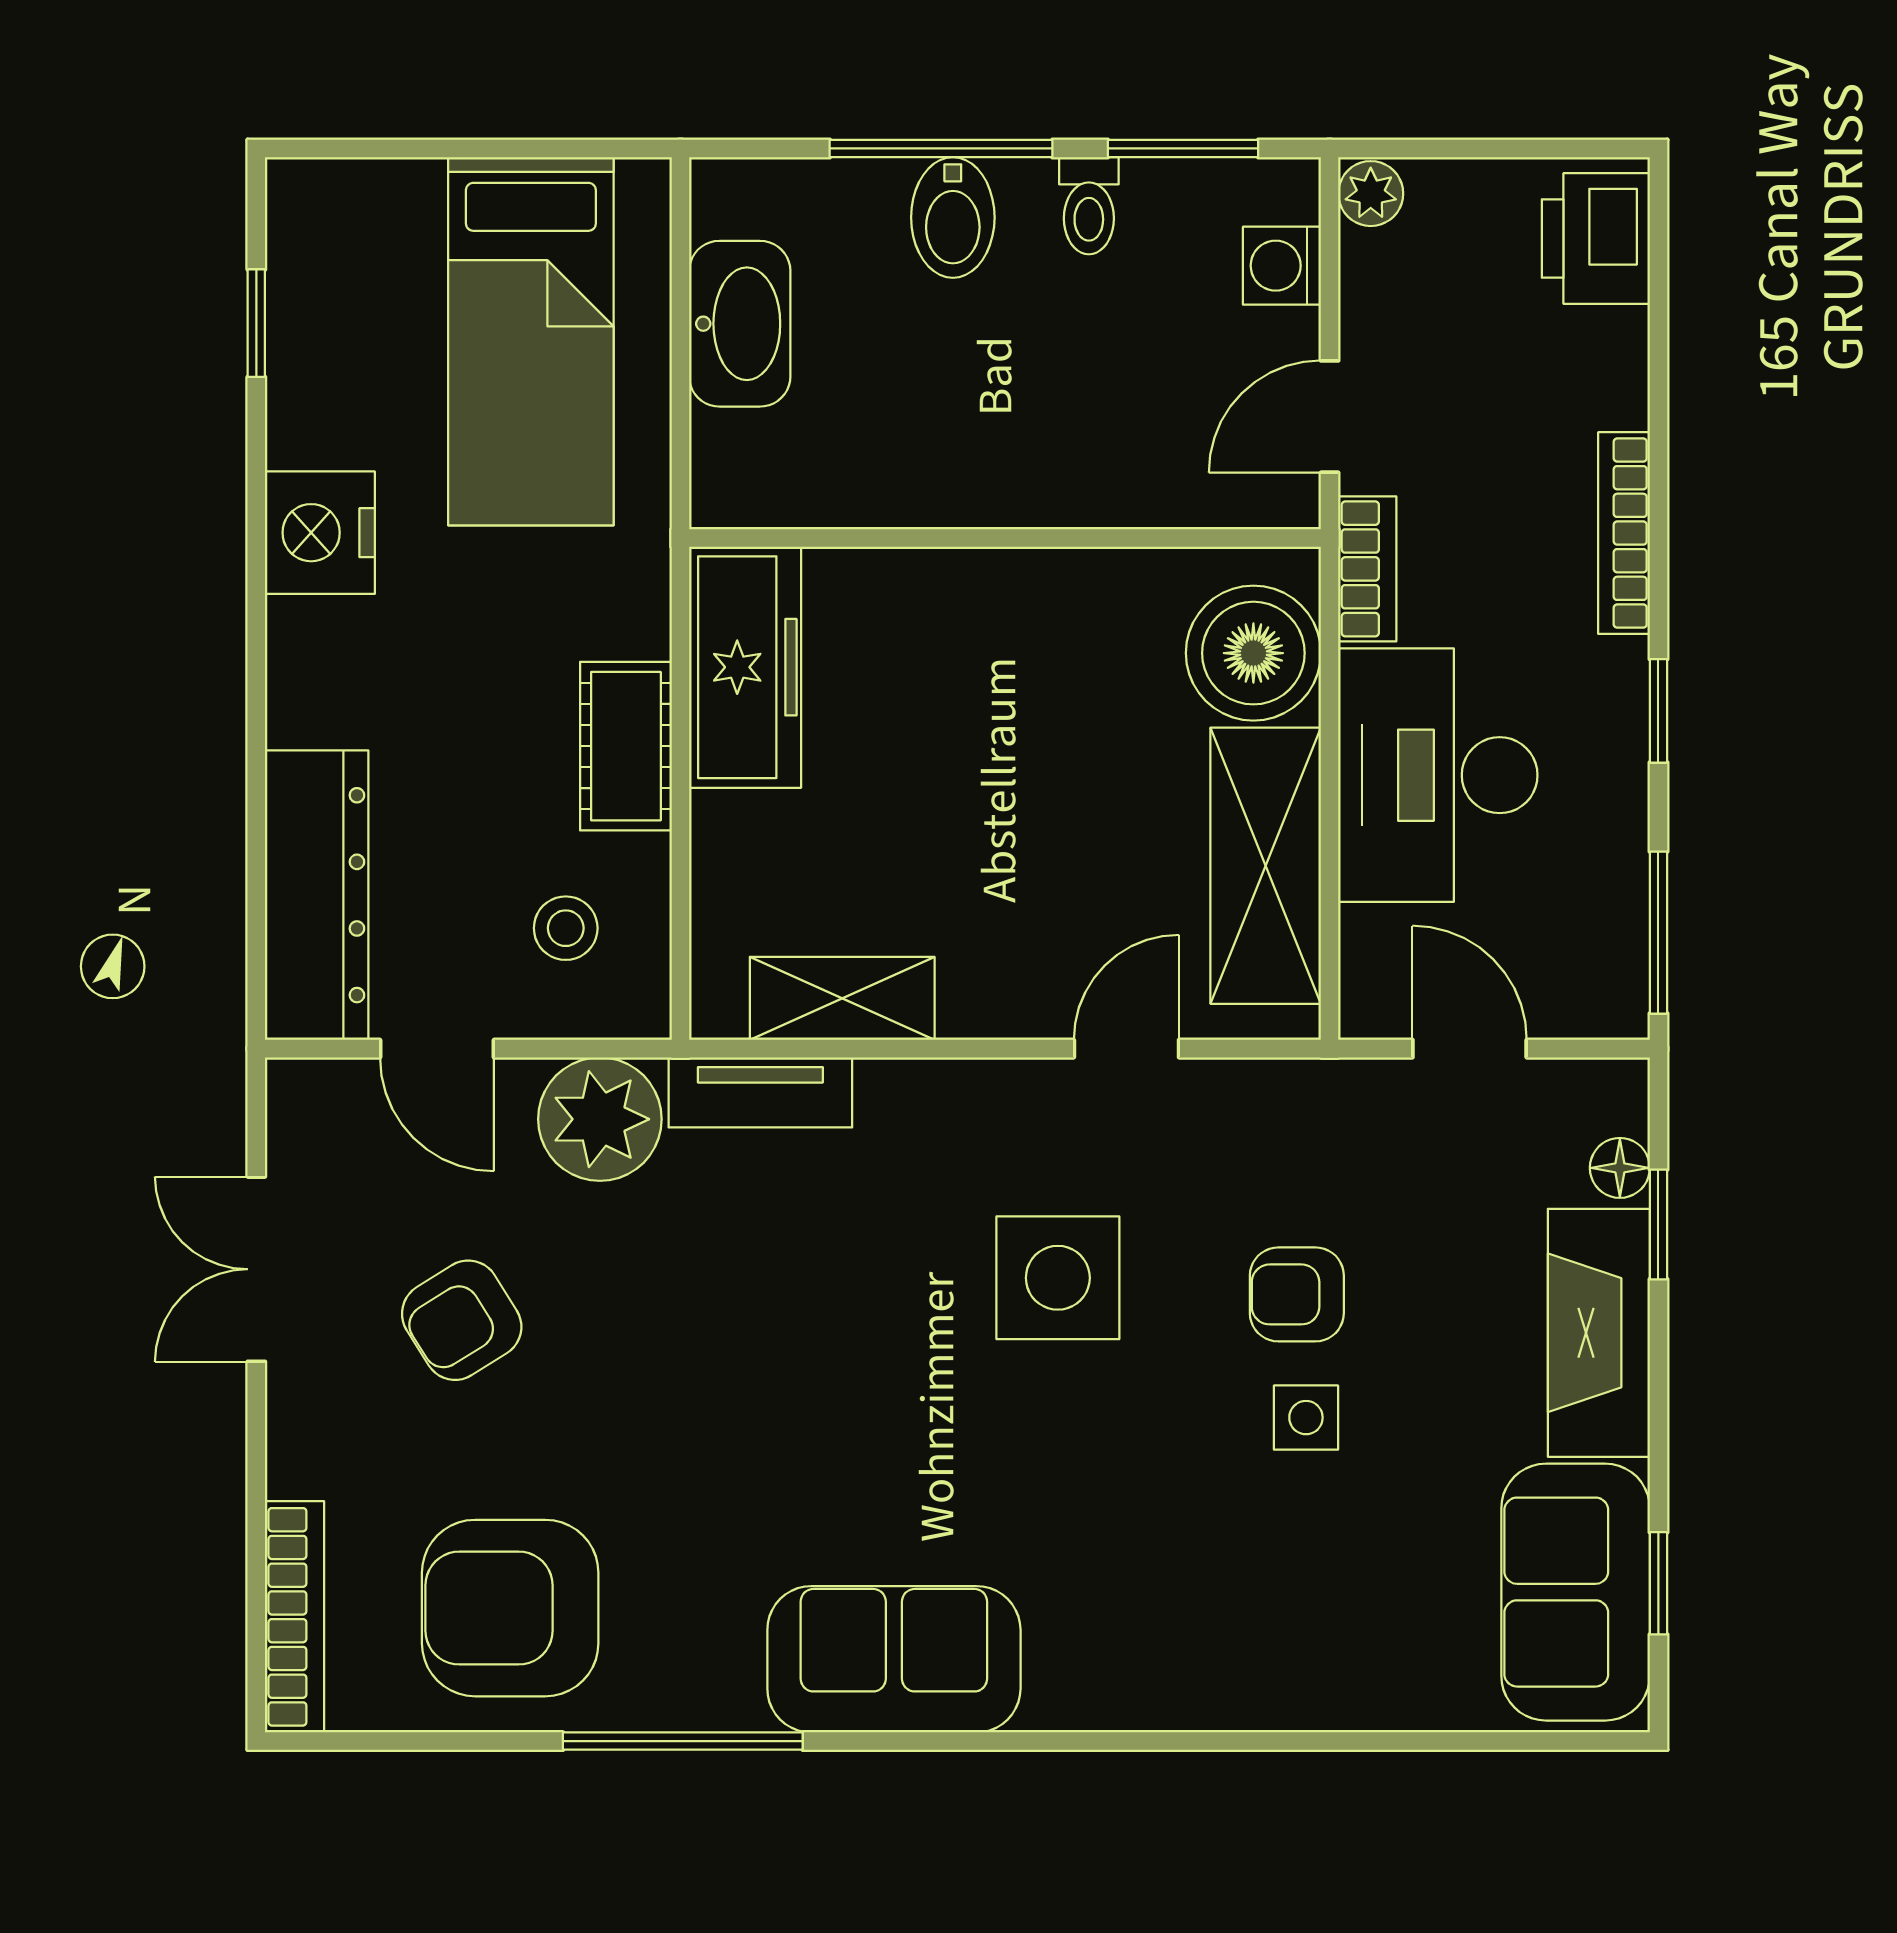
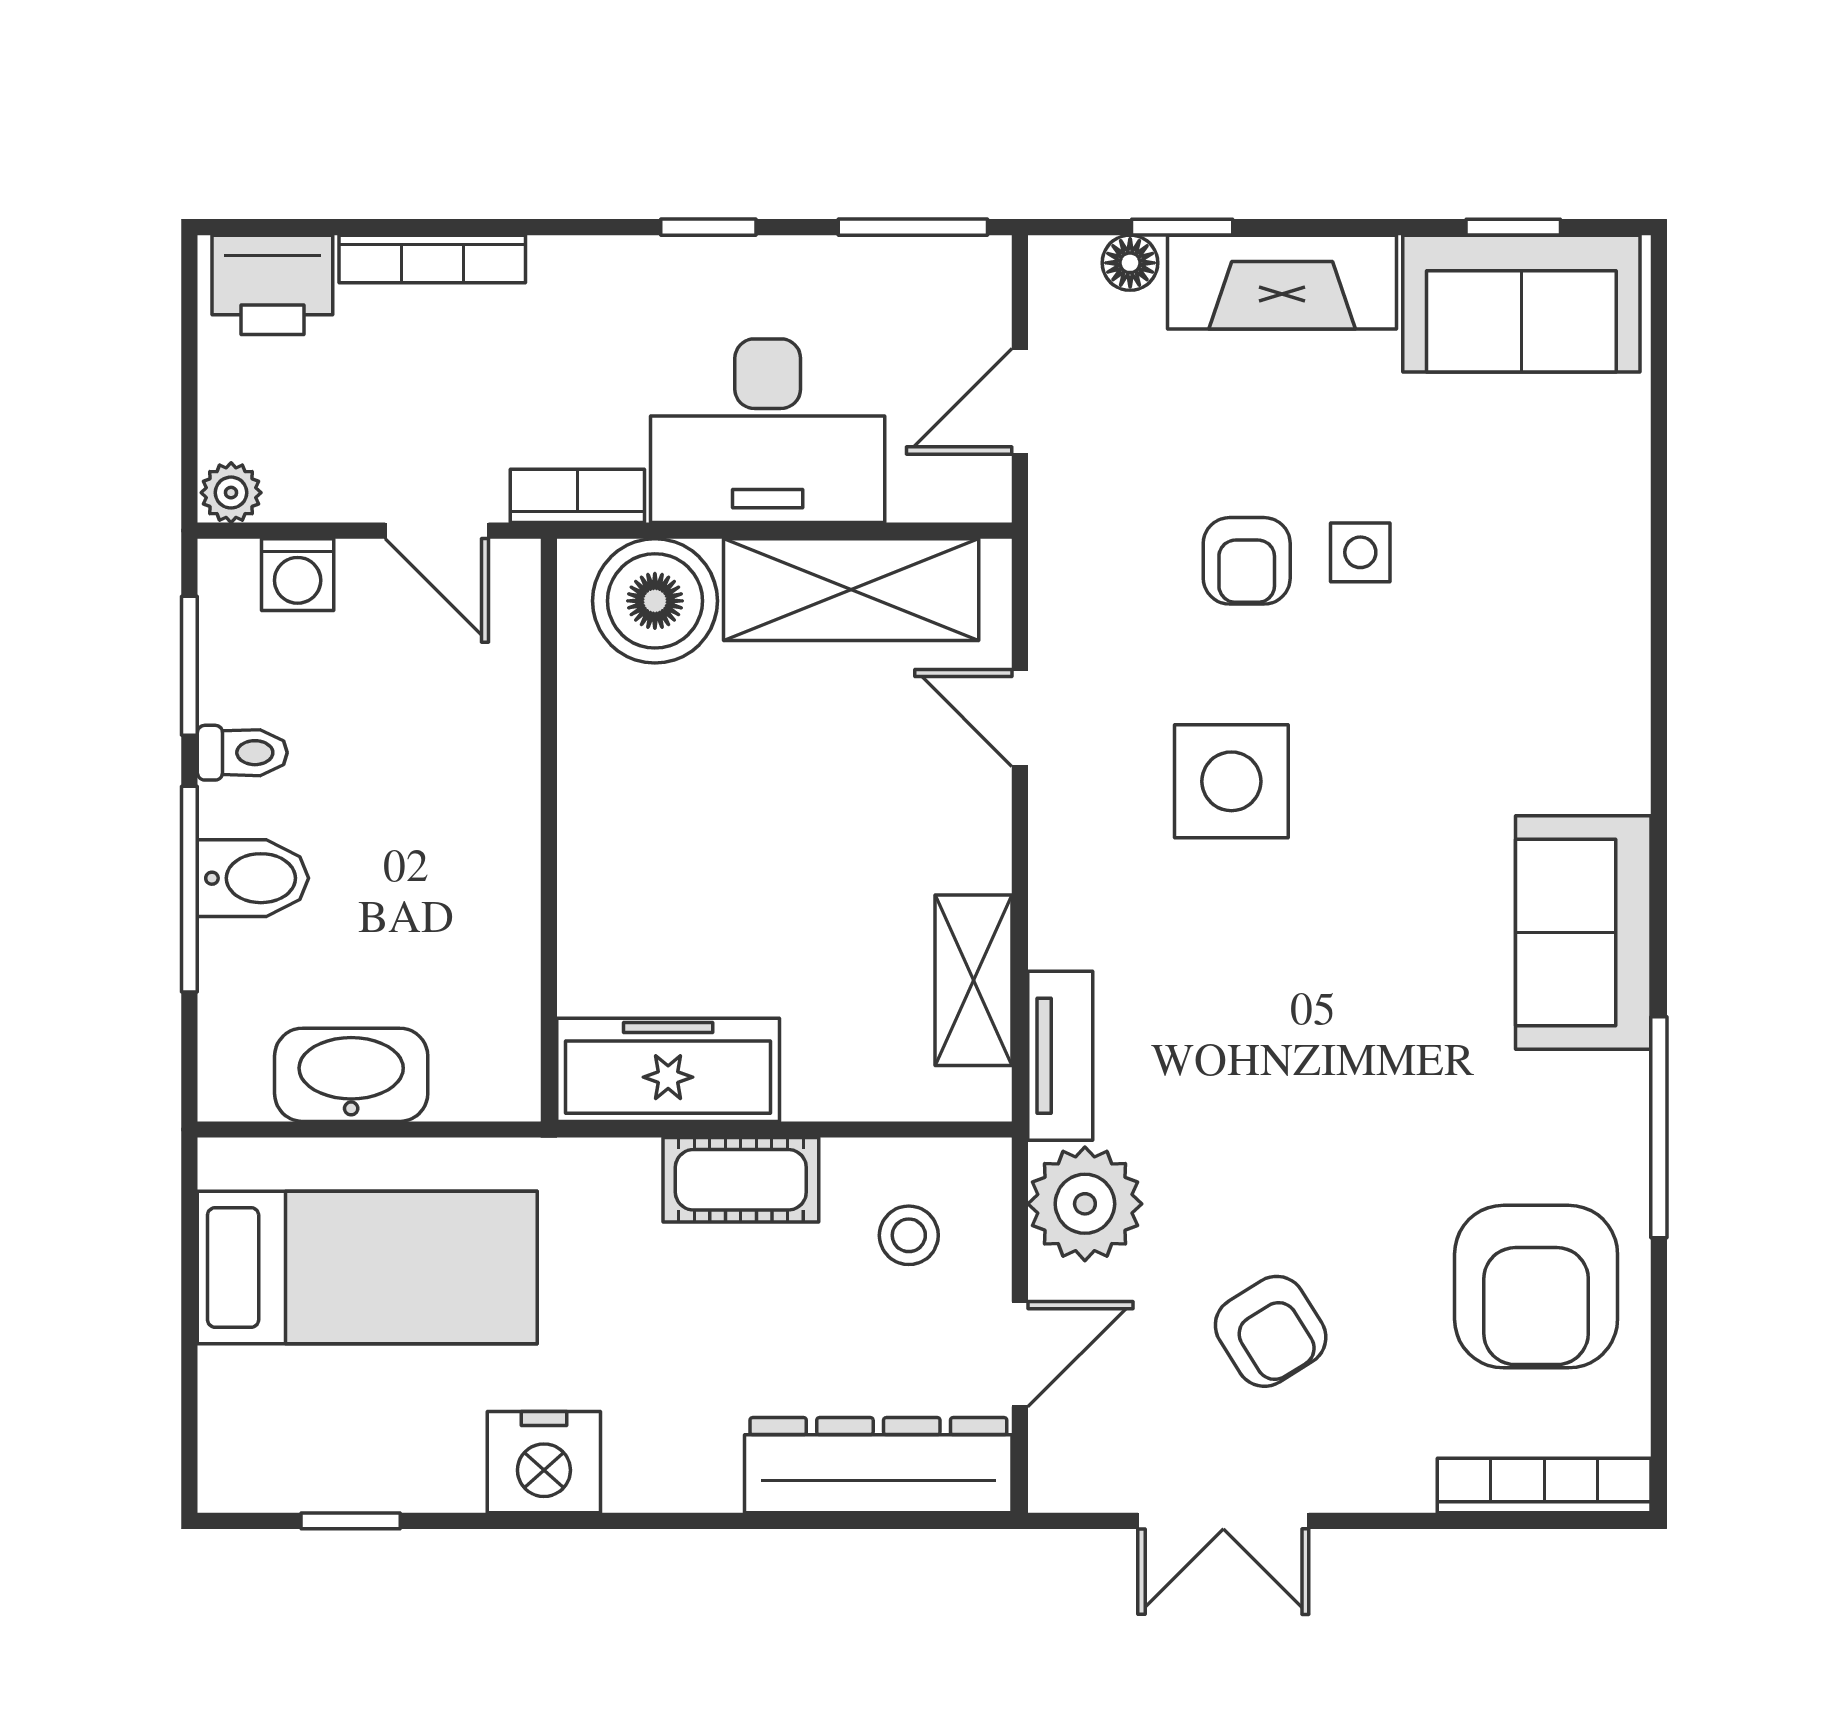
bookcase: (1624, 533) -> (432, 259), moved

